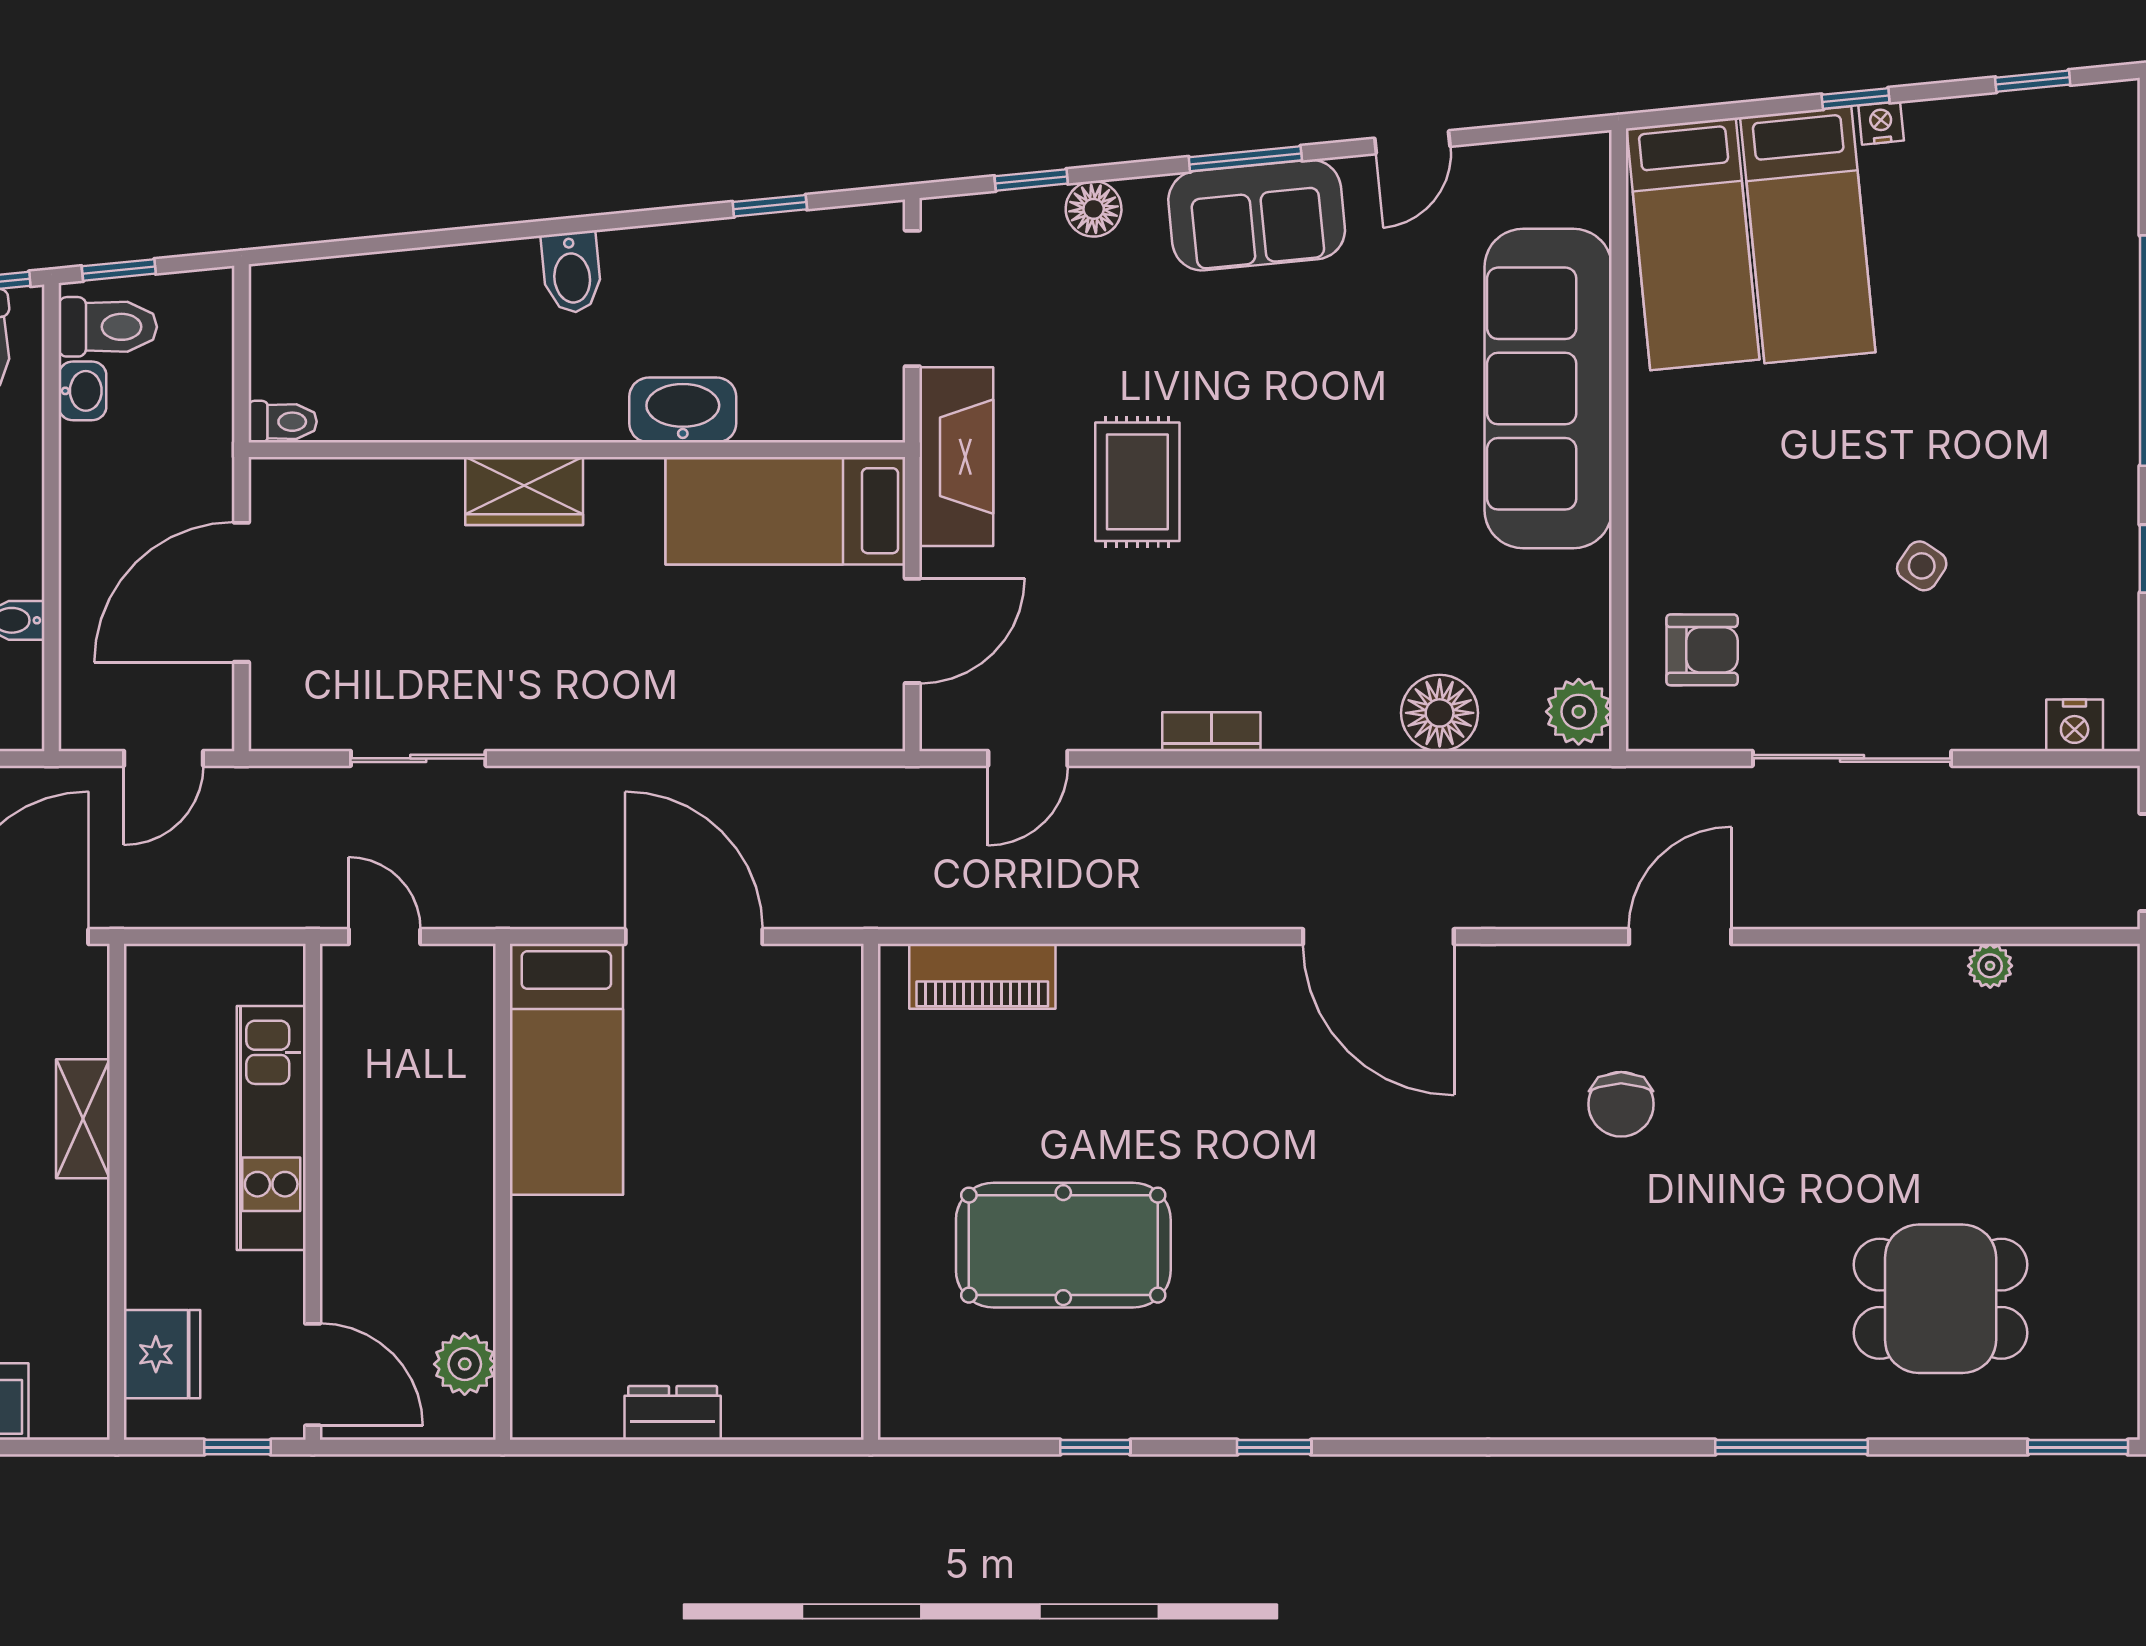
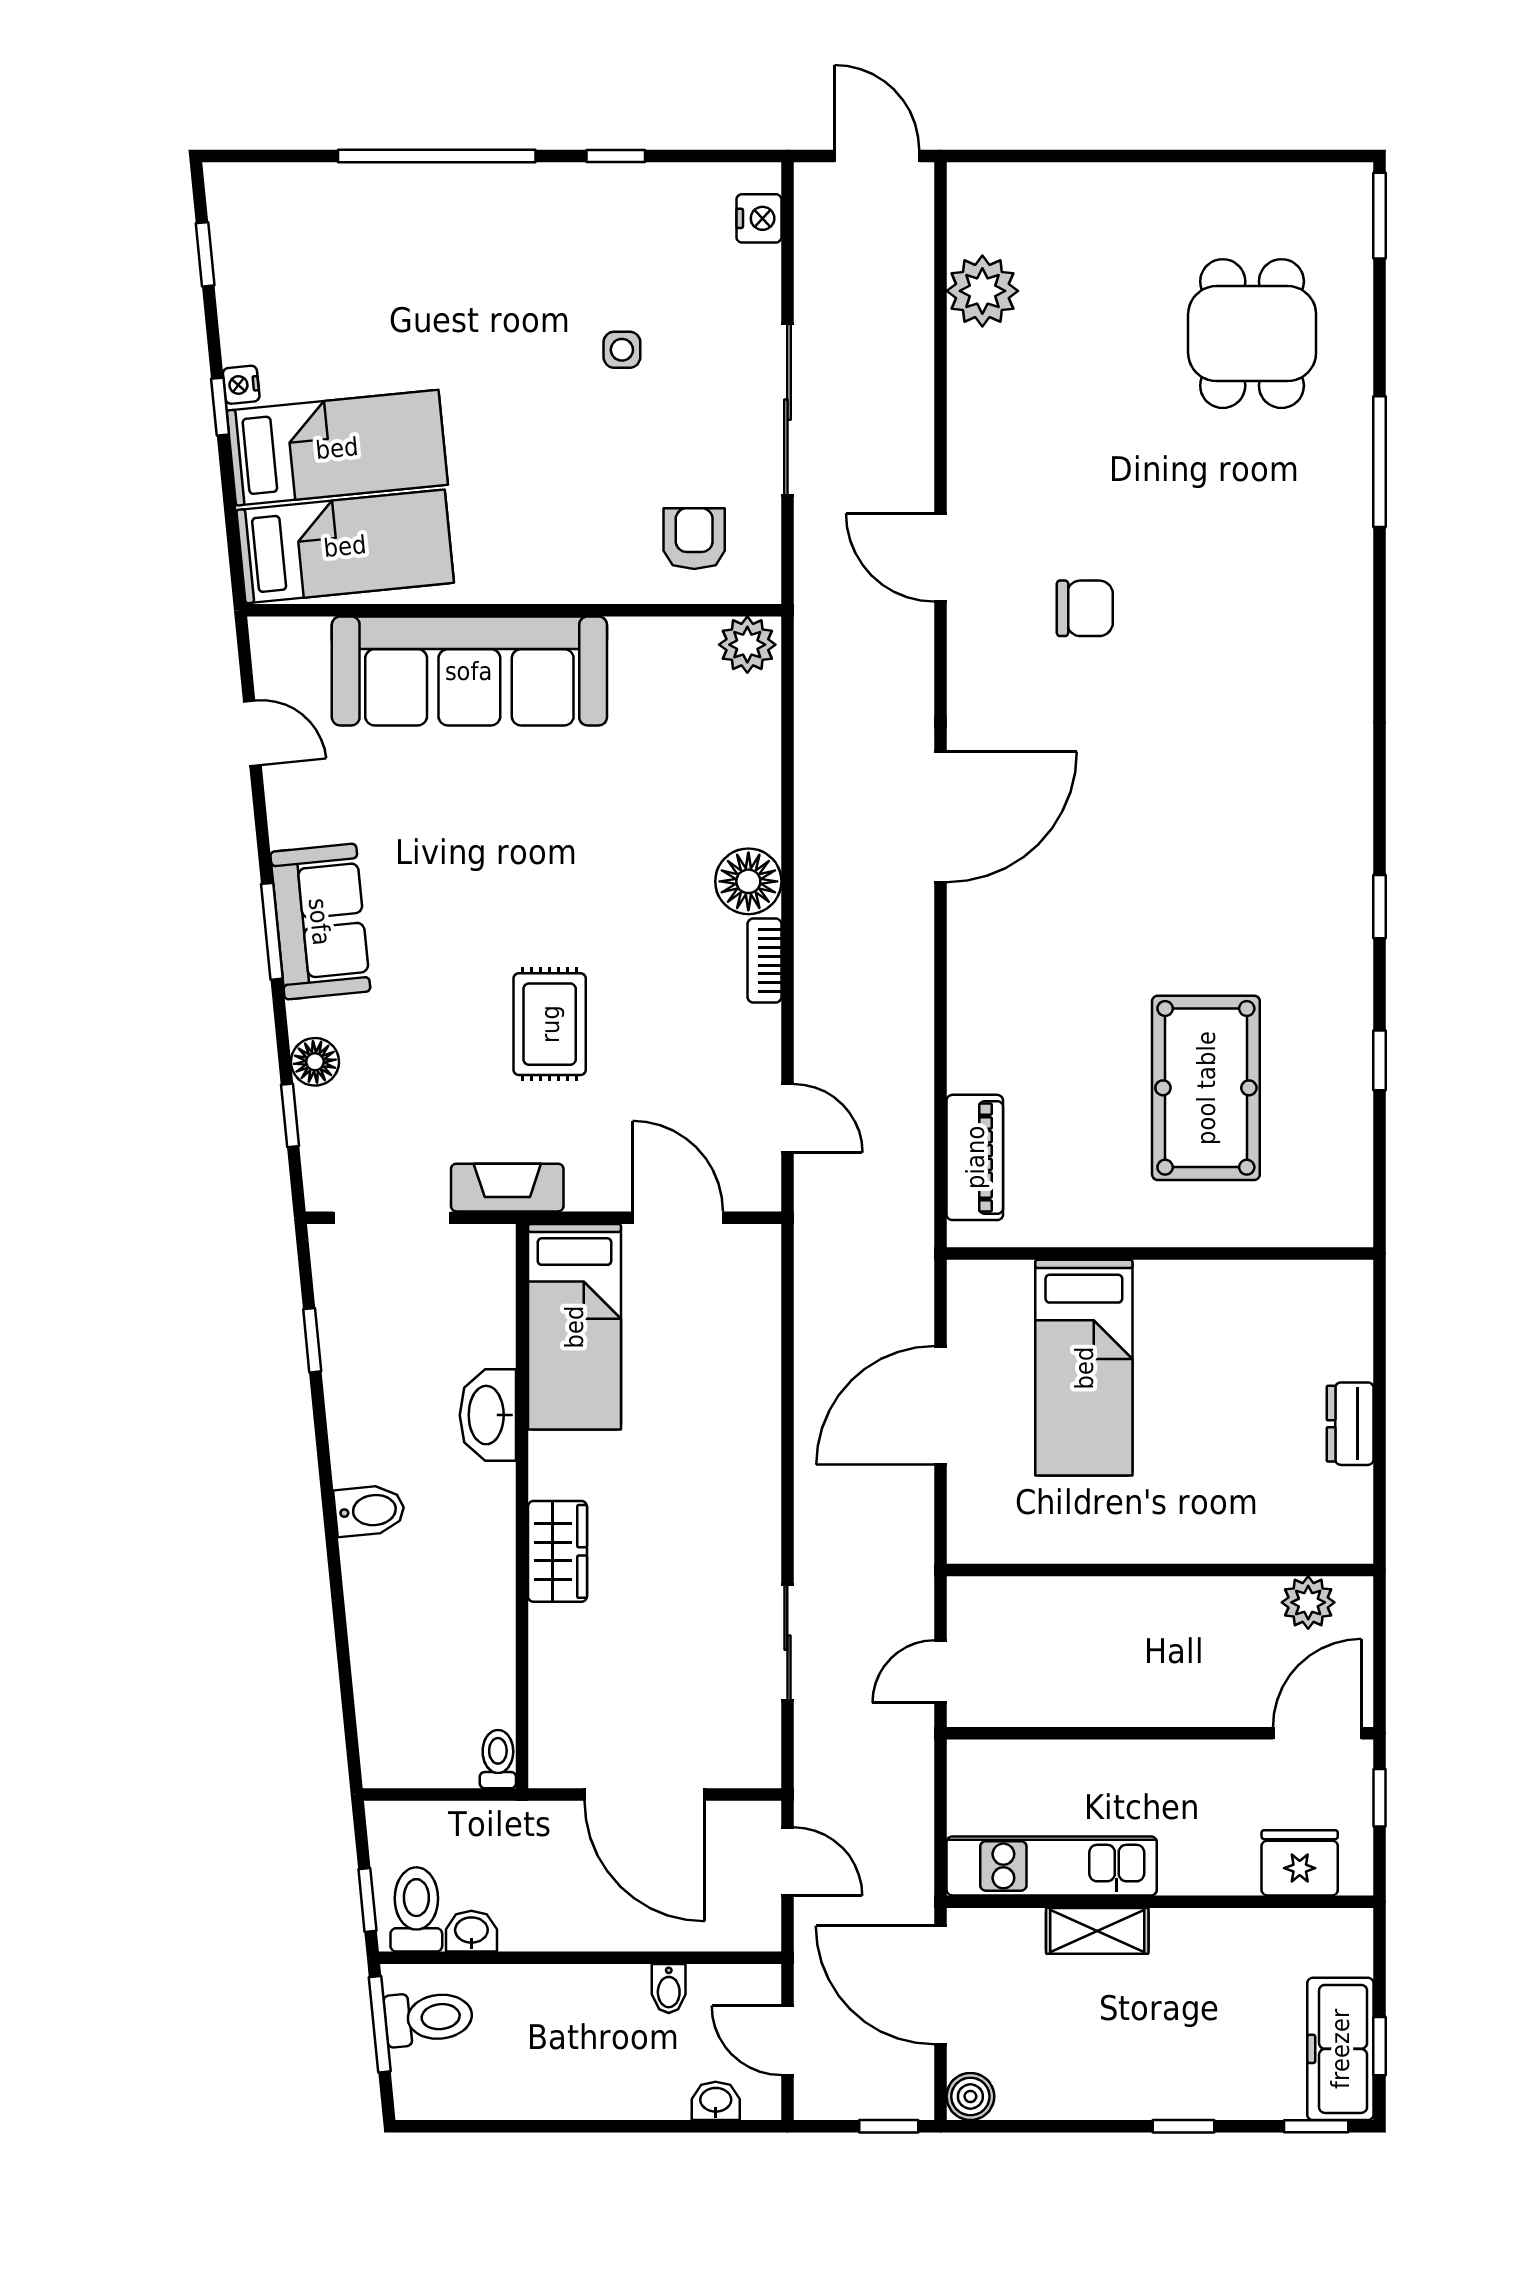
door: (1412, 142) -> (252, 733), moved
fireplace: (956, 457) -> (507, 1188), width x0.73, depth x0.76
rug: (1137, 482) -> (550, 1024), turned 90
side table: (1922, 566) -> (622, 350), turned -34
floor lamp: (1440, 713) -> (748, 881), moved
plant: (1990, 966) -> (982, 291), width x1.88, depth x1.88
bed: (566, 1069) -> (1084, 1368), moved, turned 90
kitchen unit: (271, 1128) -> (1052, 1866), moved, turned 180

